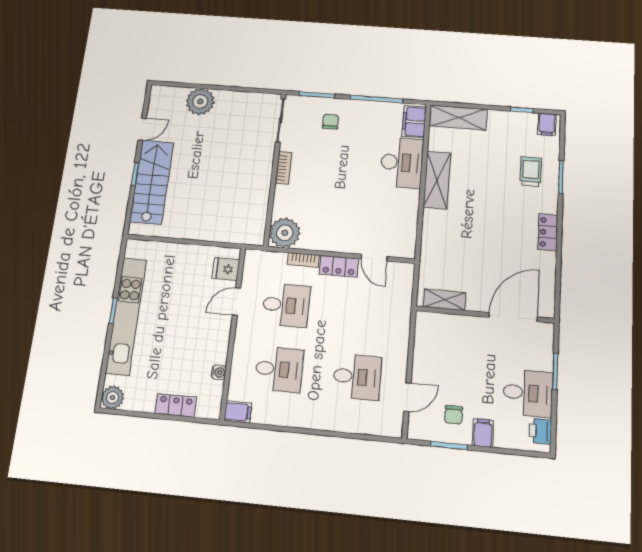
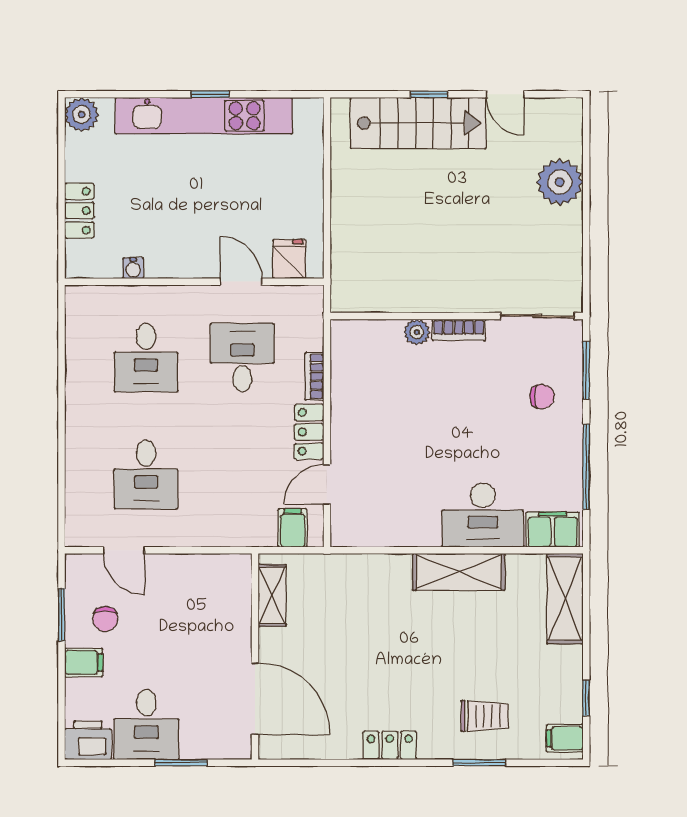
plant: (285, 233) -> (417, 332), moved, width x0.53, depth x0.53
desk: (286, 305) -> (242, 358), turned 180
filing cabinet: (238, 412) -> (293, 528), moved, turned 180
chair: (454, 415) -> (105, 619), turned -90
printer: (540, 431) -> (88, 740), width x1.36, depth x1.24

